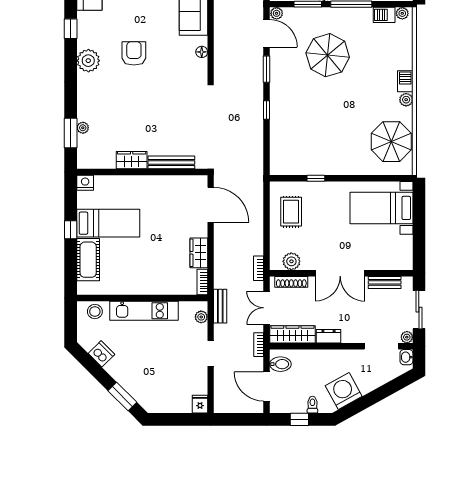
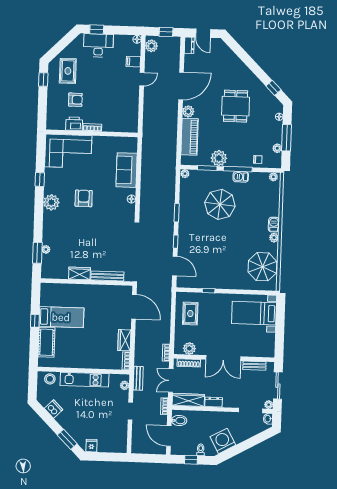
barbecue: (384, 15) -> (241, 177), moved
door: (267, 33) -> (175, 266), moved
nightstand: (85, 183) -> (46, 288), removed
fridge: (200, 404) -> (91, 446), moved

